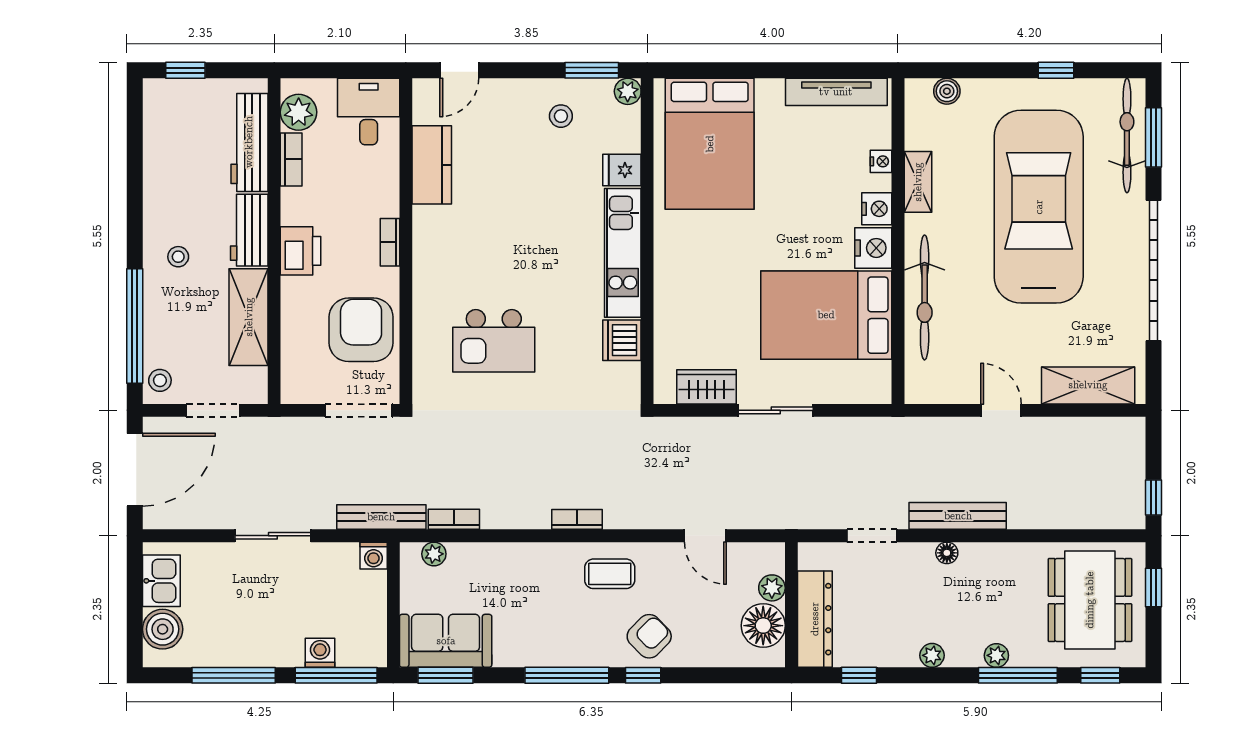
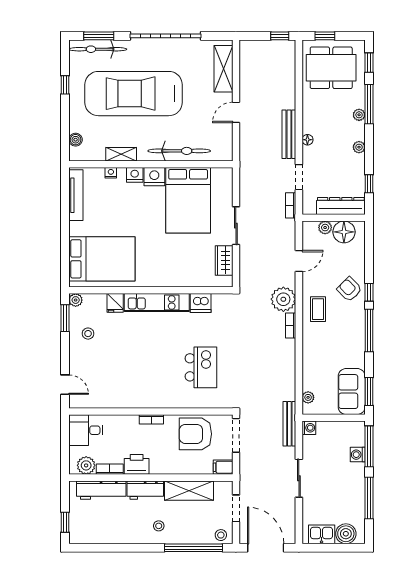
kitchen counter: (432, 165) -> (113, 398), removed
printer: (300, 251) -> (137, 464), moved
filing cabinet: (295, 385) -> (223, 467), added
plant: (629, 505) -> (283, 299), added
bookcase: (454, 519) -> (291, 205), moved

